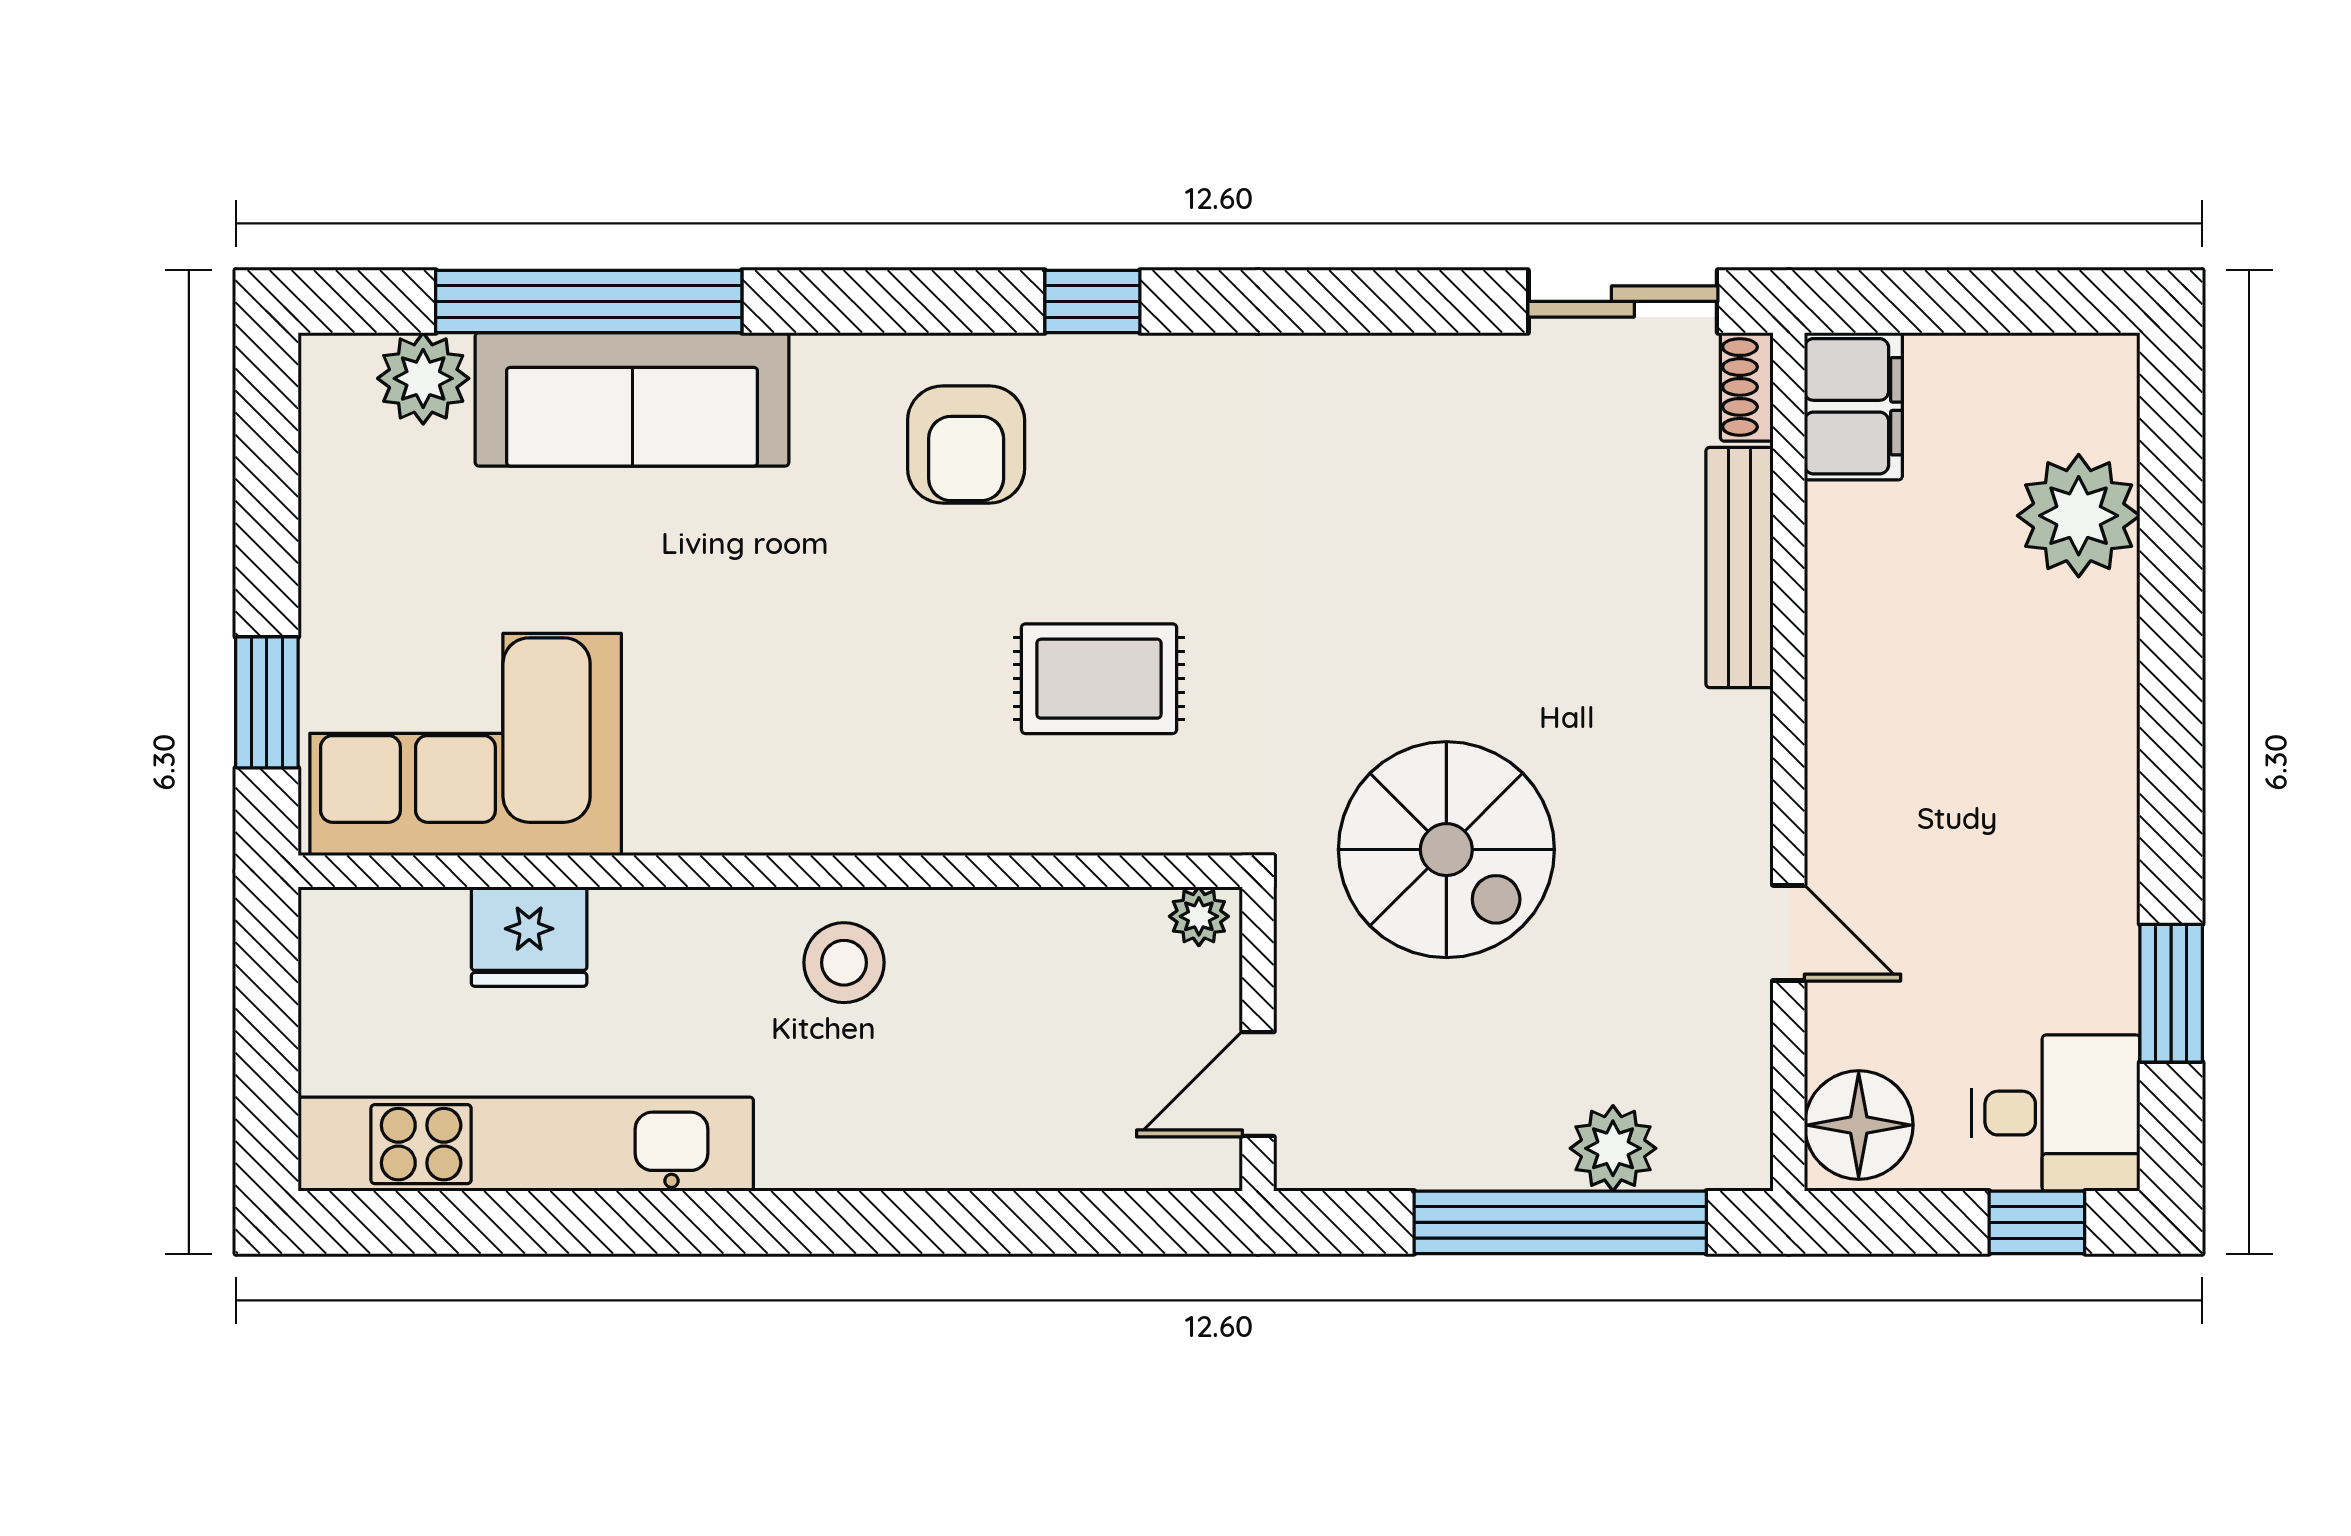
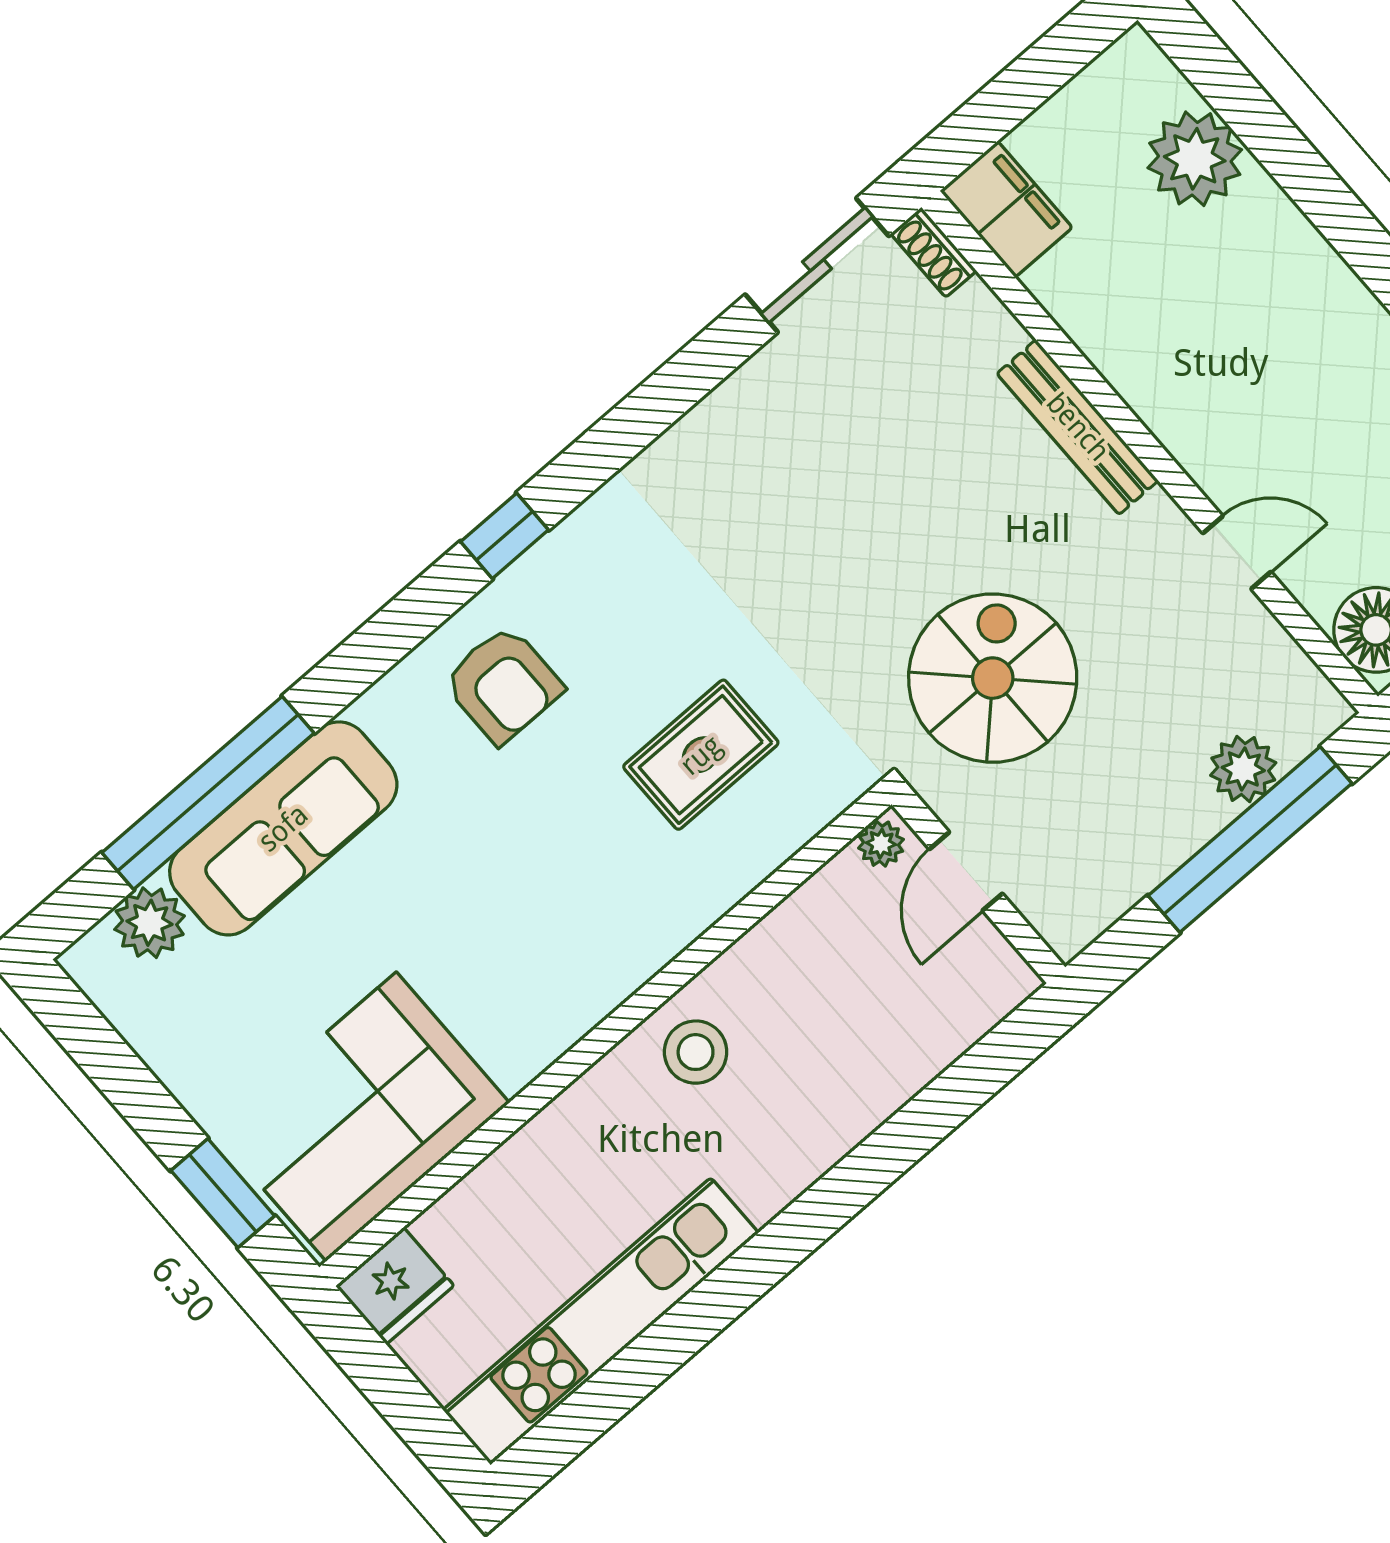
bench: (1740, 568) -> (1078, 427), moved
spiral stairs: (1446, 850) -> (993, 678), turned -90
fridge: (529, 937) -> (395, 1286), moved
door: (1258, 1084) -> (966, 871), moved

